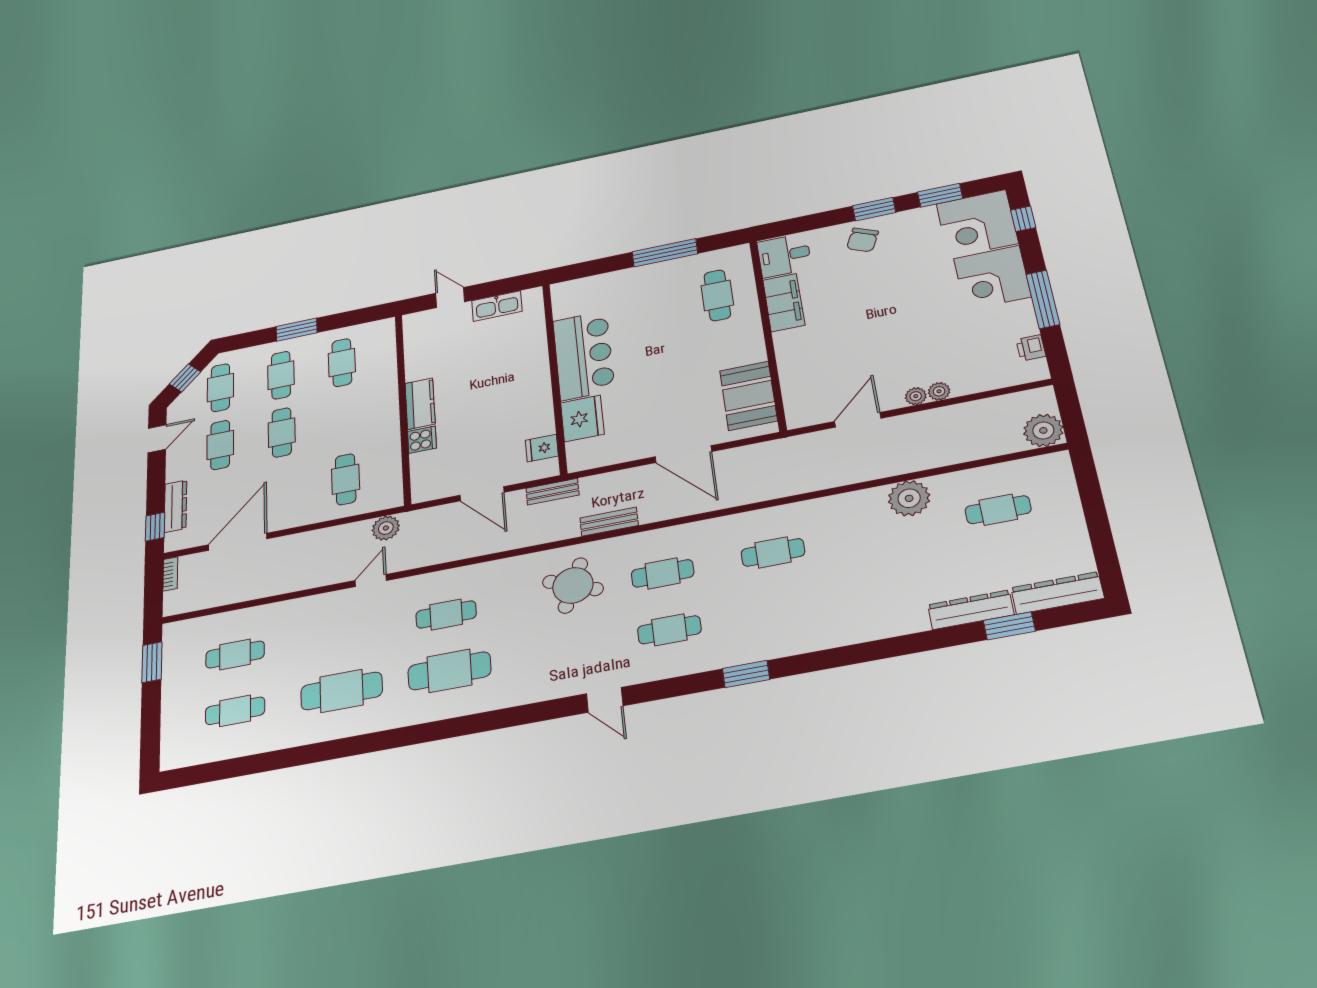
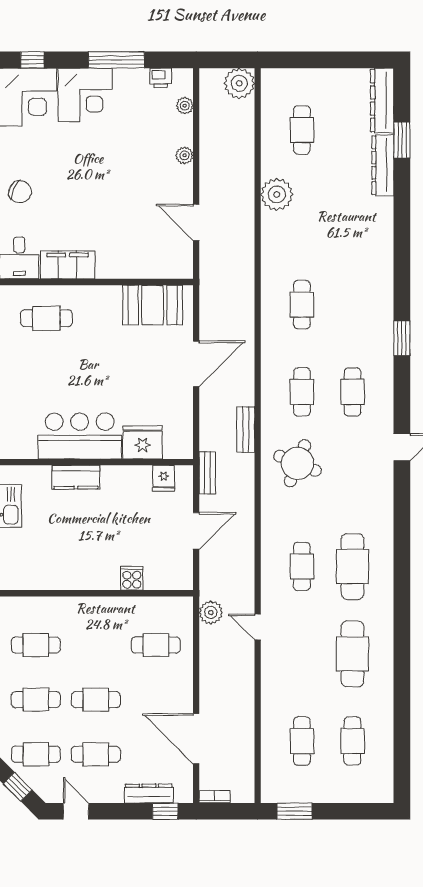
plant: (916, 396) -> (185, 106), moved
kitchen counter: (420, 404) -> (76, 477), moved, turned 180

